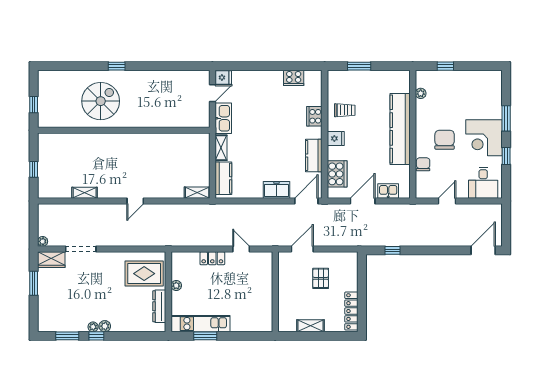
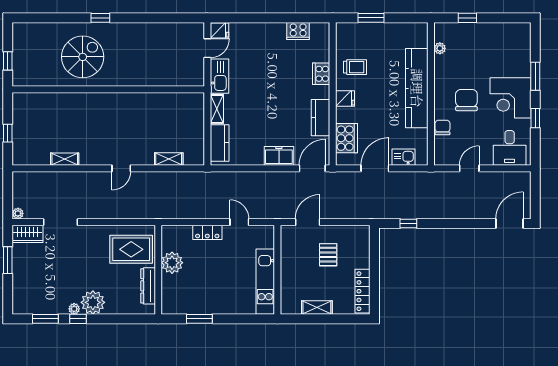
shelving: (197, 193) -> (169, 159), moved
plant: (176, 286) -> (172, 263), width x1.87, depth x1.87
kitchen unit: (200, 324) -> (265, 282), moved, turned -90
plant: (105, 326) -> (93, 302), width x1.88, depth x1.88

